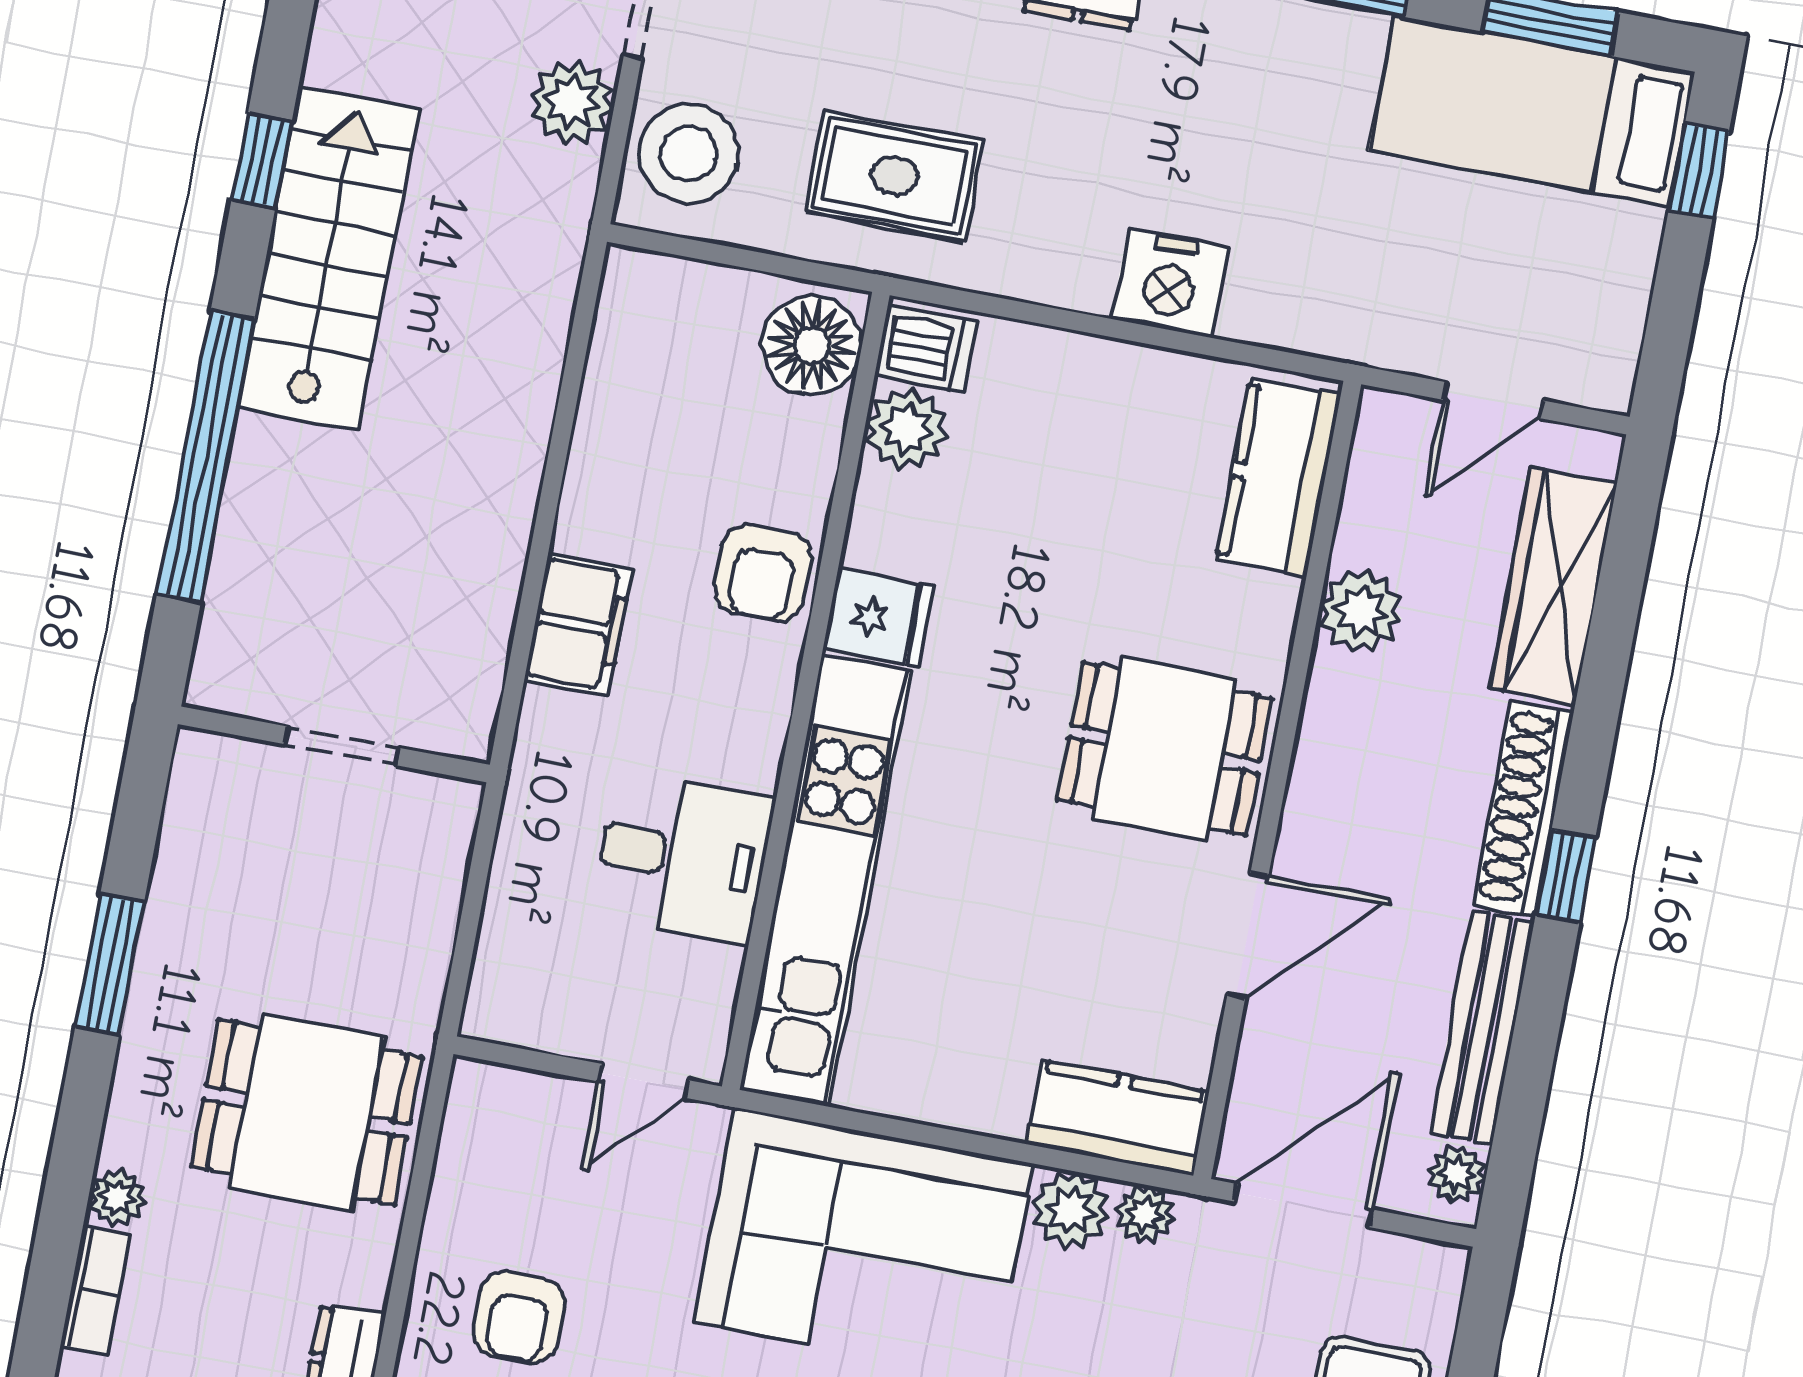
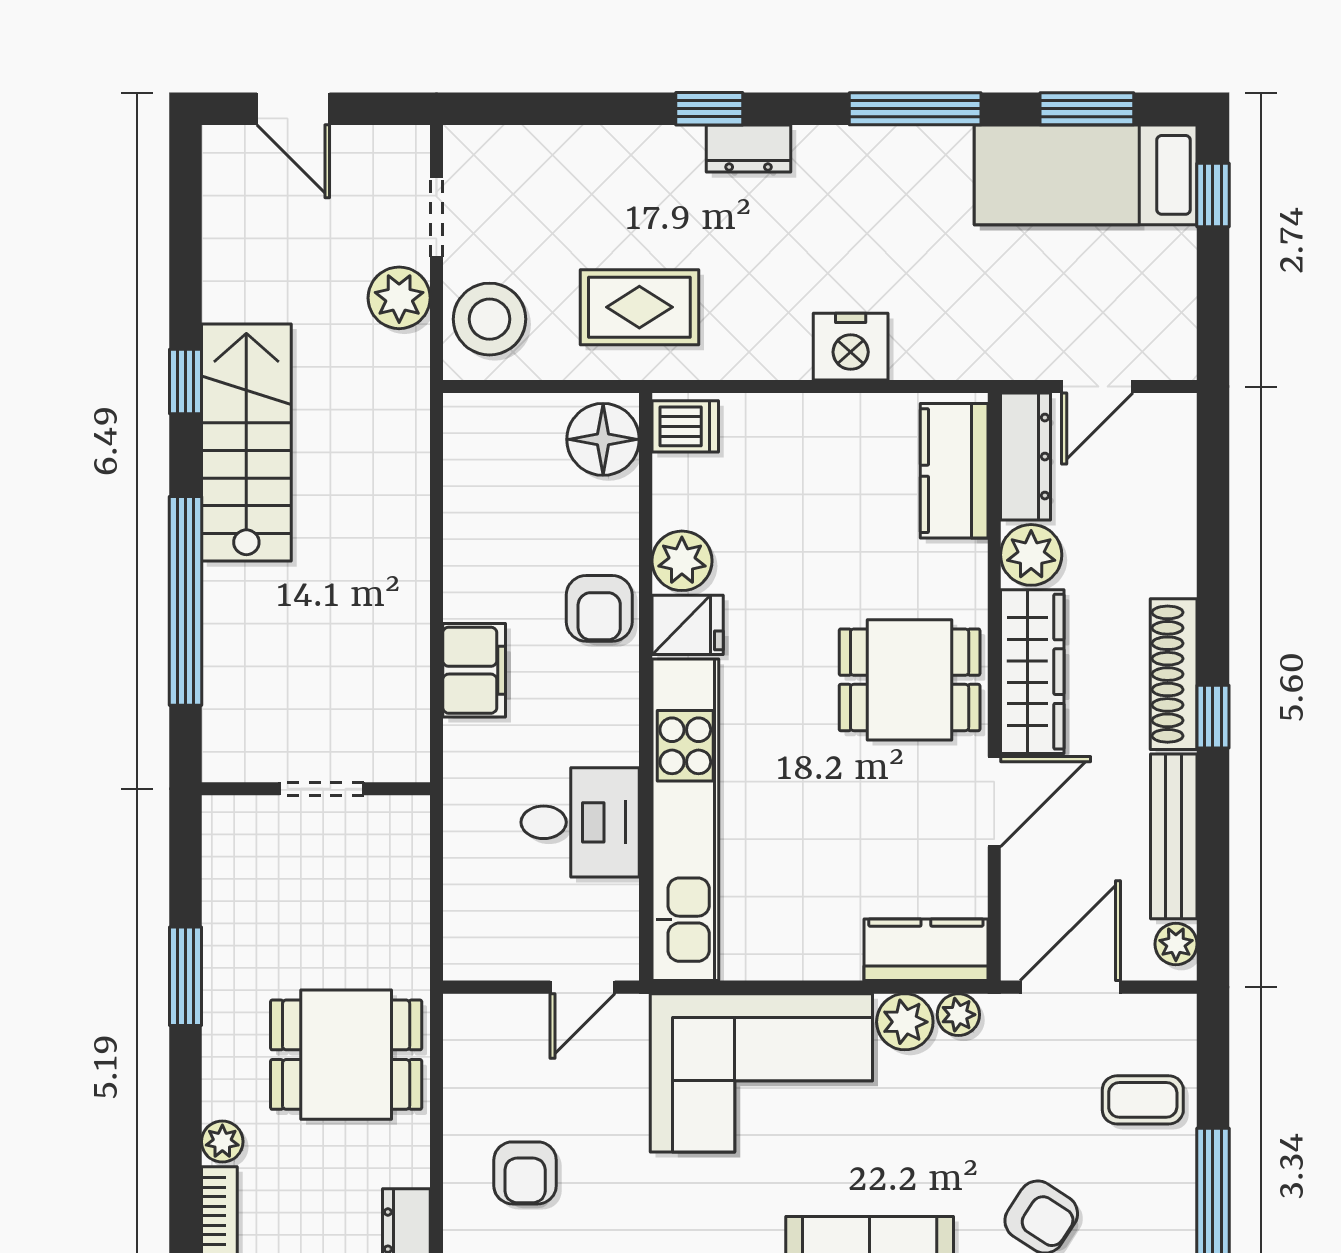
plant: (906, 429) -> (682, 561), moved
dresser: (1378, 477) -> (1026, 457), added
wardrobe: (1553, 586) -> (1032, 672), moved, turned 180

